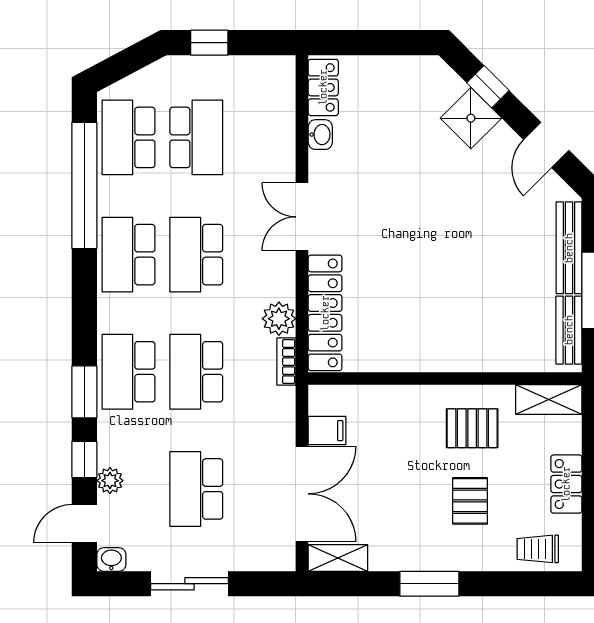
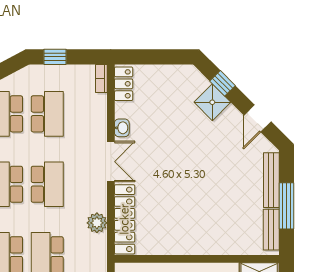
washbasin: (320, 135) -> (122, 128), moved
double door: (302, 217) -> (111, 162), swing flipped
school desk: (196, 255) -> (47, 184), turned 180
bookcase: (286, 362) -> (101, 79), moved

